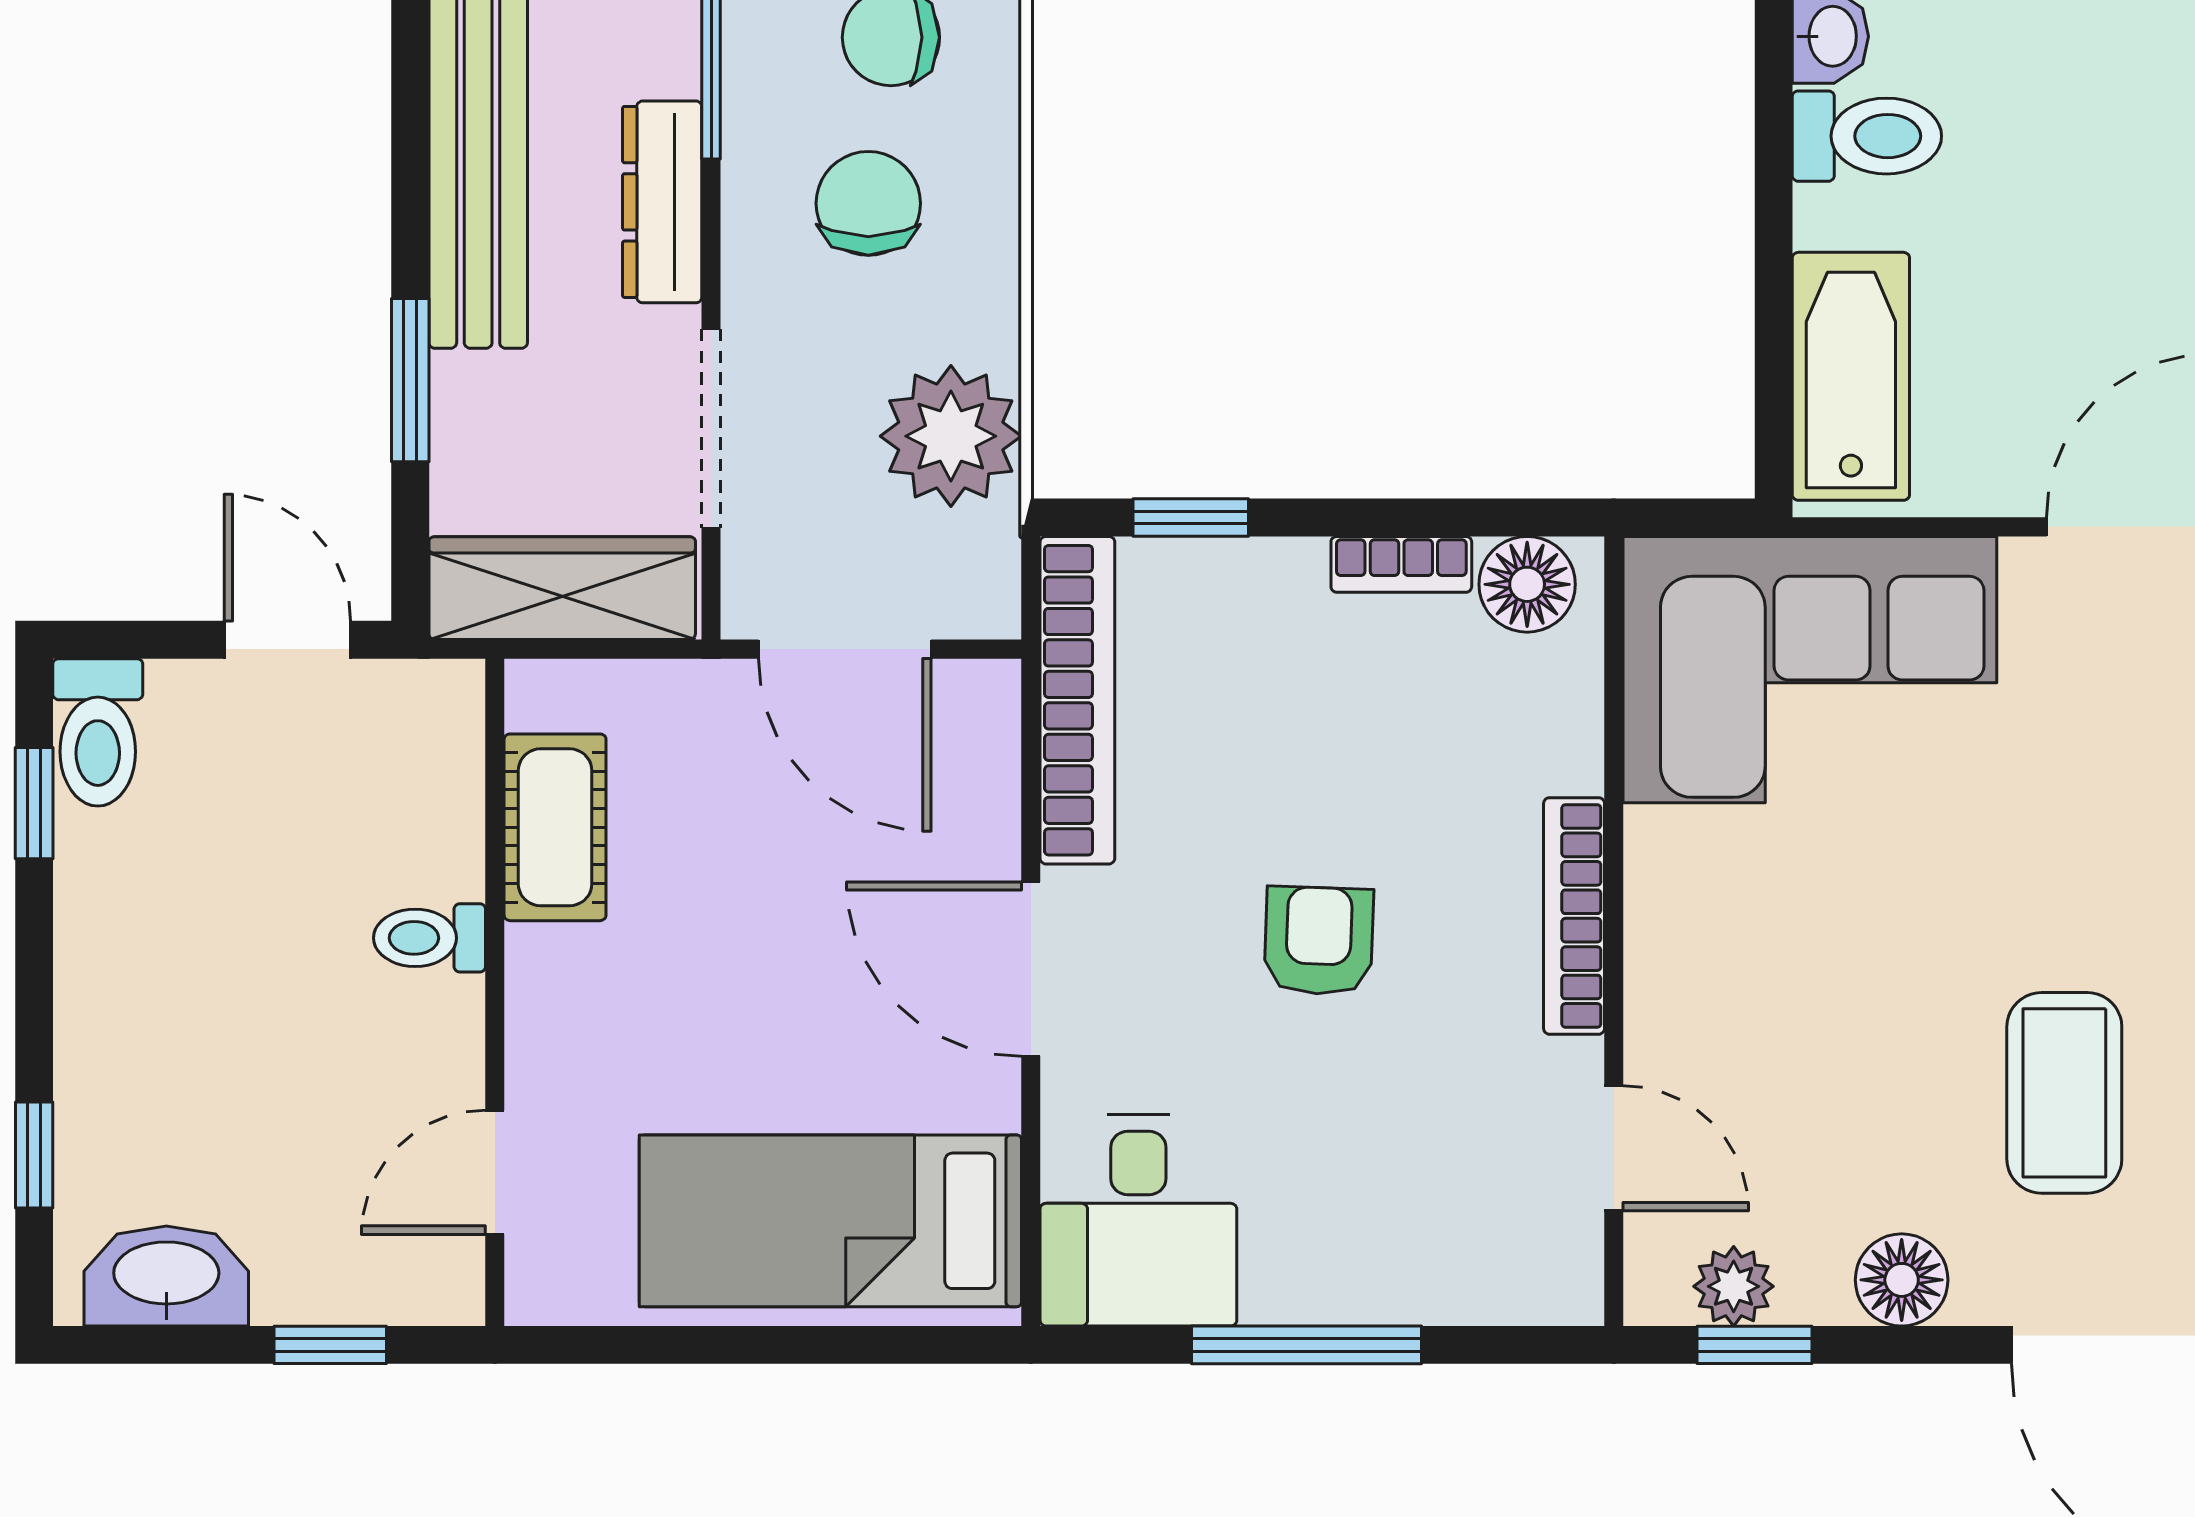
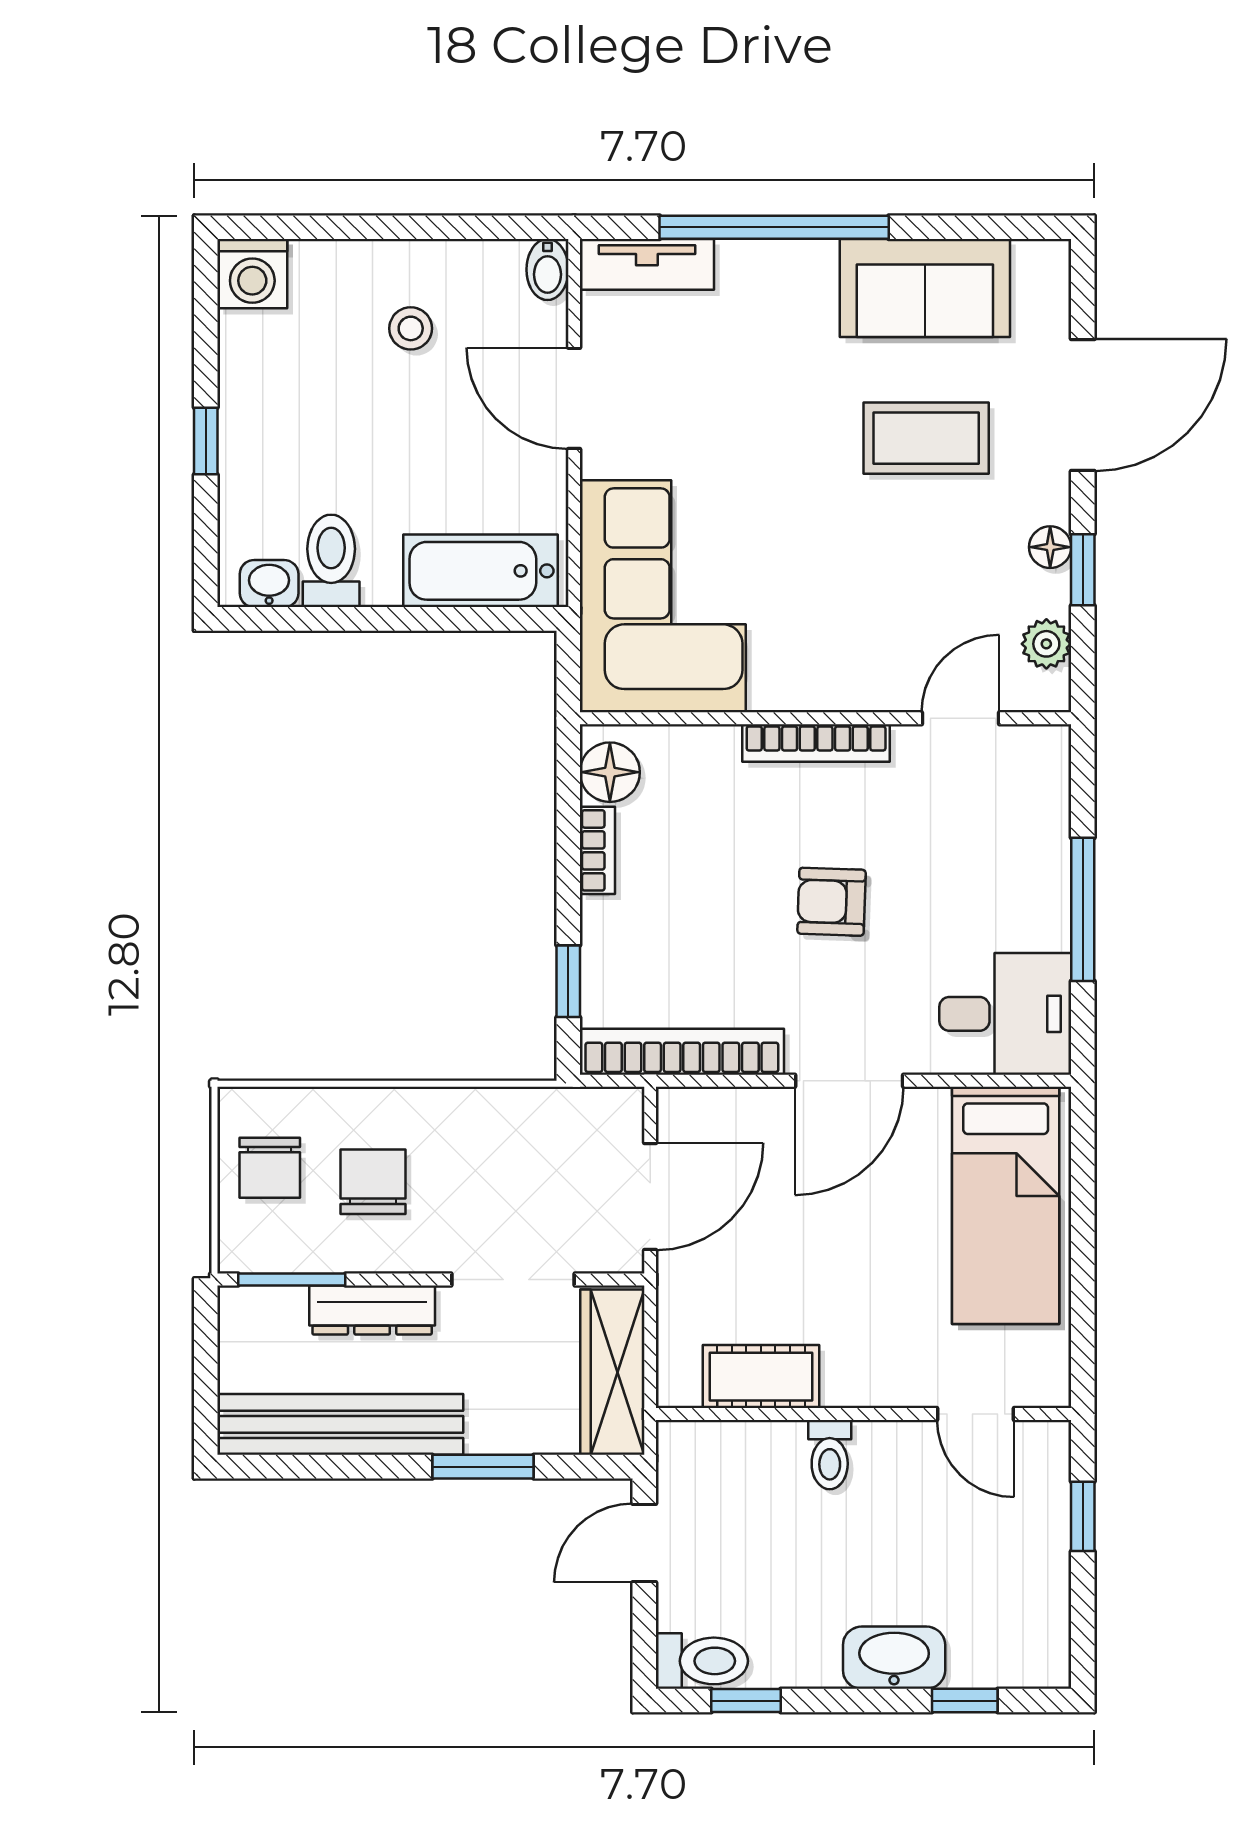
chair: (868, 203) -> (373, 1182), turned 90
plant: (951, 436) -> (518, 1131), removed
washbasin: (166, 1276) -> (894, 1658), moved, turned 90
floor lamp: (1902, 1280) -> (1050, 547), width x0.73, depth x0.73
window: (1754, 1345) -> (1083, 570), moved

